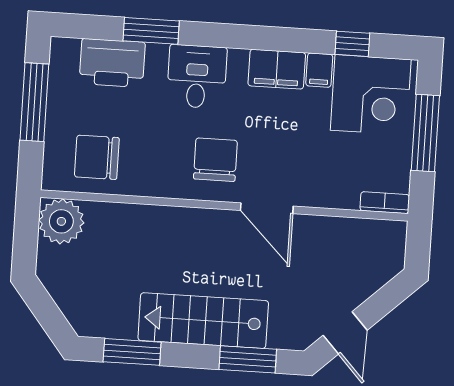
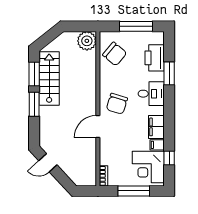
chair: (97, 157) -> (115, 54), turned 130
chair: (215, 160) -> (117, 104), turned 107
stairs: (203, 321) -> (49, 78), moved
window: (248, 359) -> (34, 104), moved

